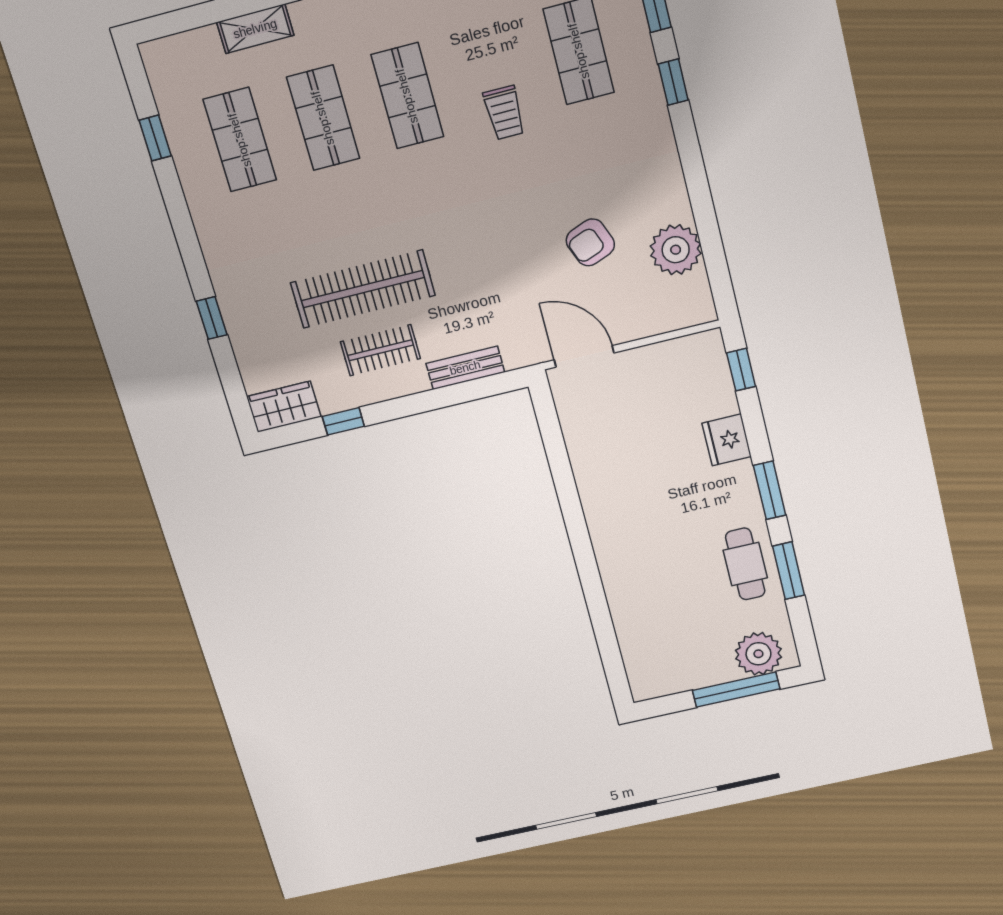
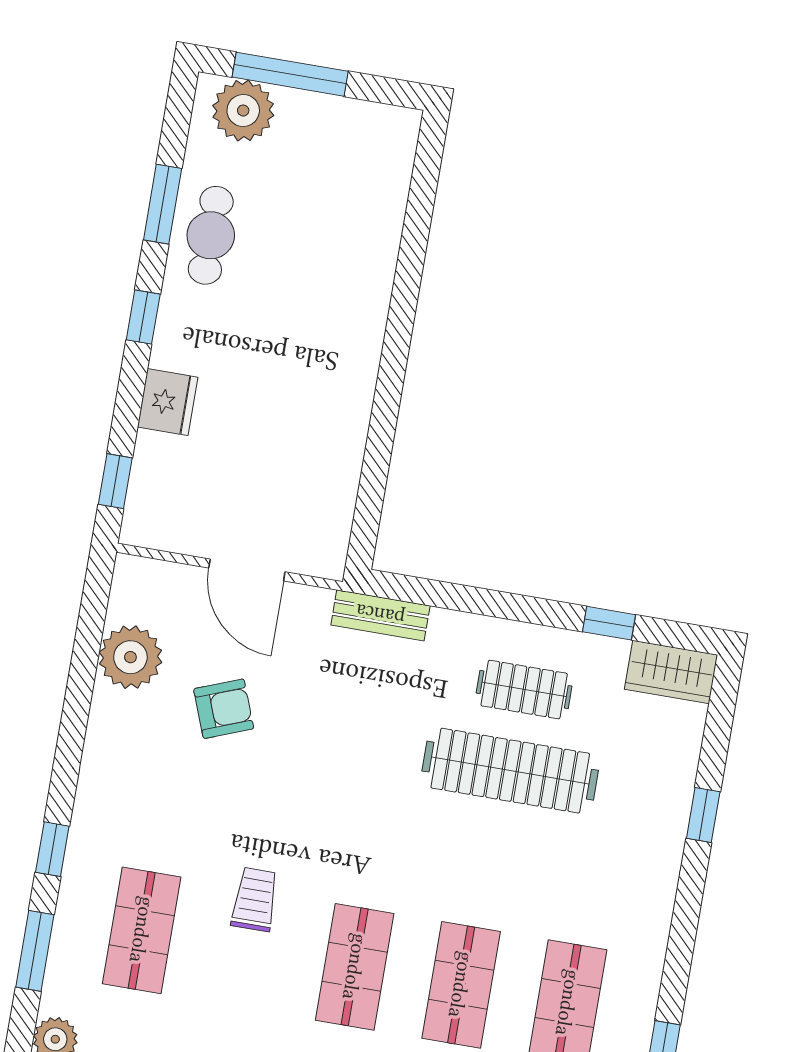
door: (584, 356) -> (247, 570), moved
bench: (465, 368) -> (380, 615), moved
window: (770, 490) -> (143, 317), width x0.67

